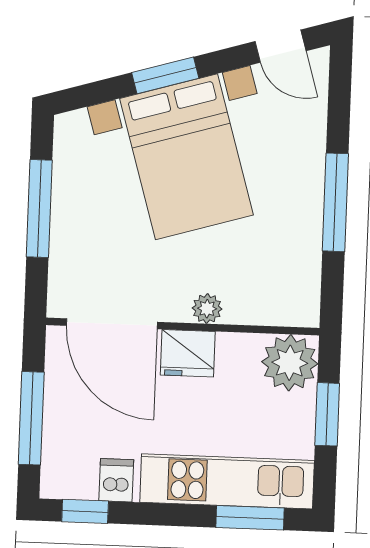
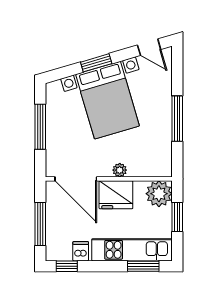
fridge: (188, 353) -> (116, 195), width x1.36, depth x1.34

